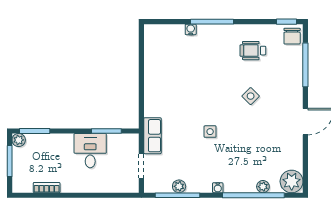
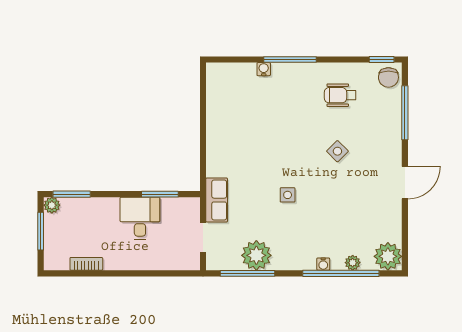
plant: (179, 186) -> (256, 255), width x1.88, depth x1.88
water cooler: (218, 188) -> (323, 264), moved

